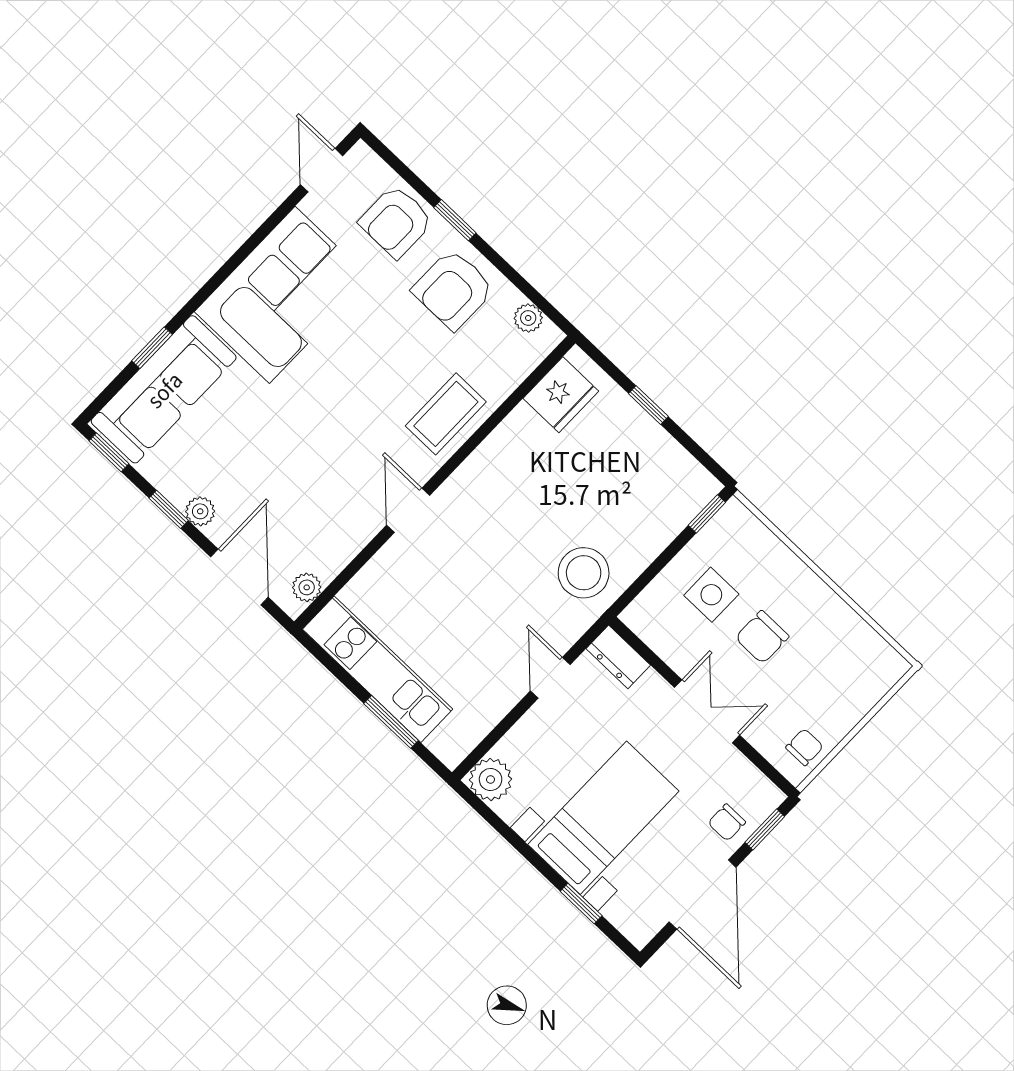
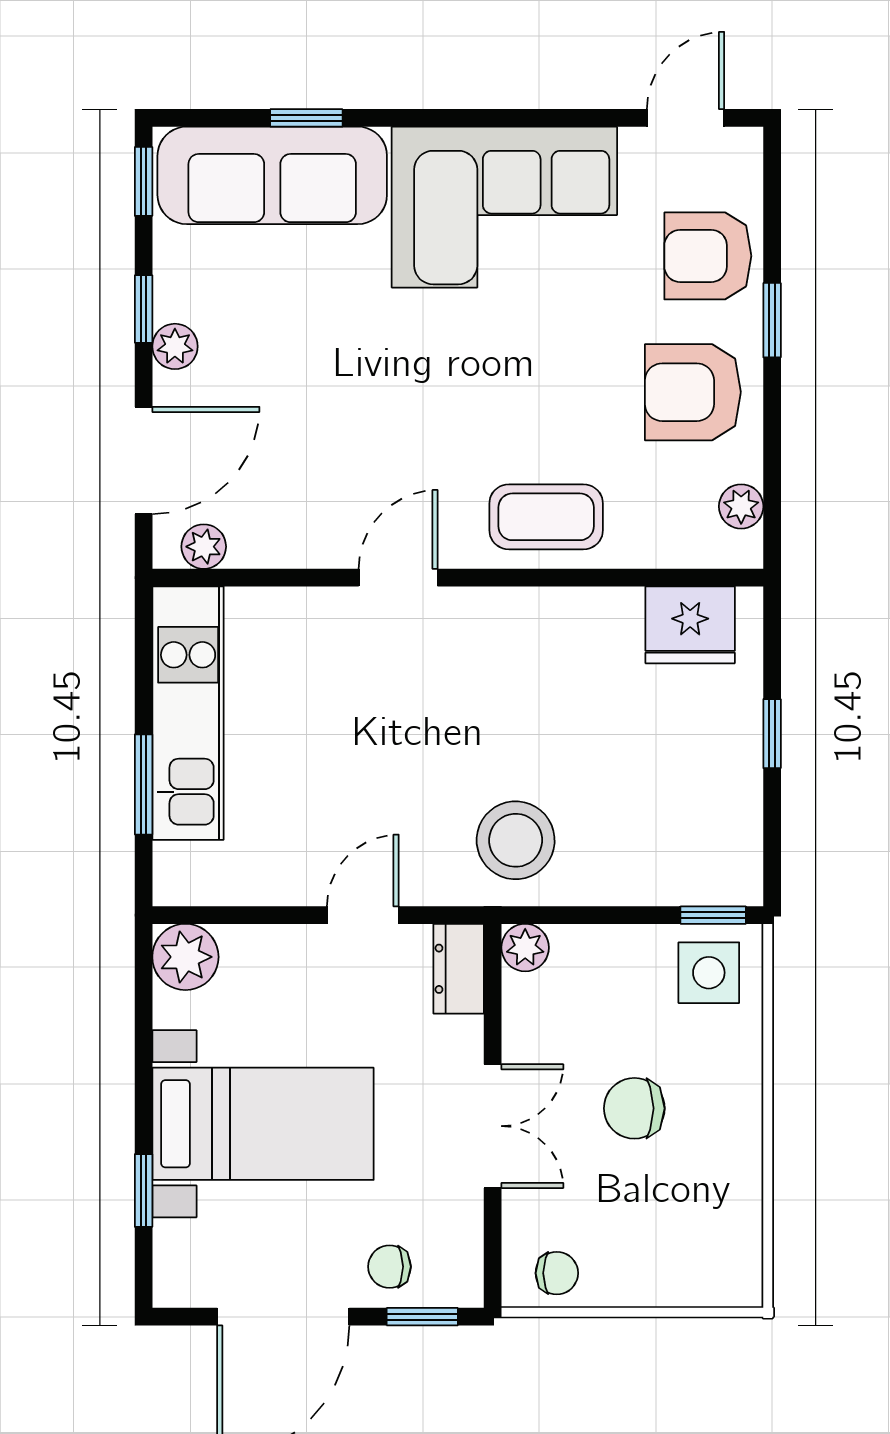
side table: (711, 595) -> (709, 973), moved
plant: (638, 616) -> (525, 948), added

